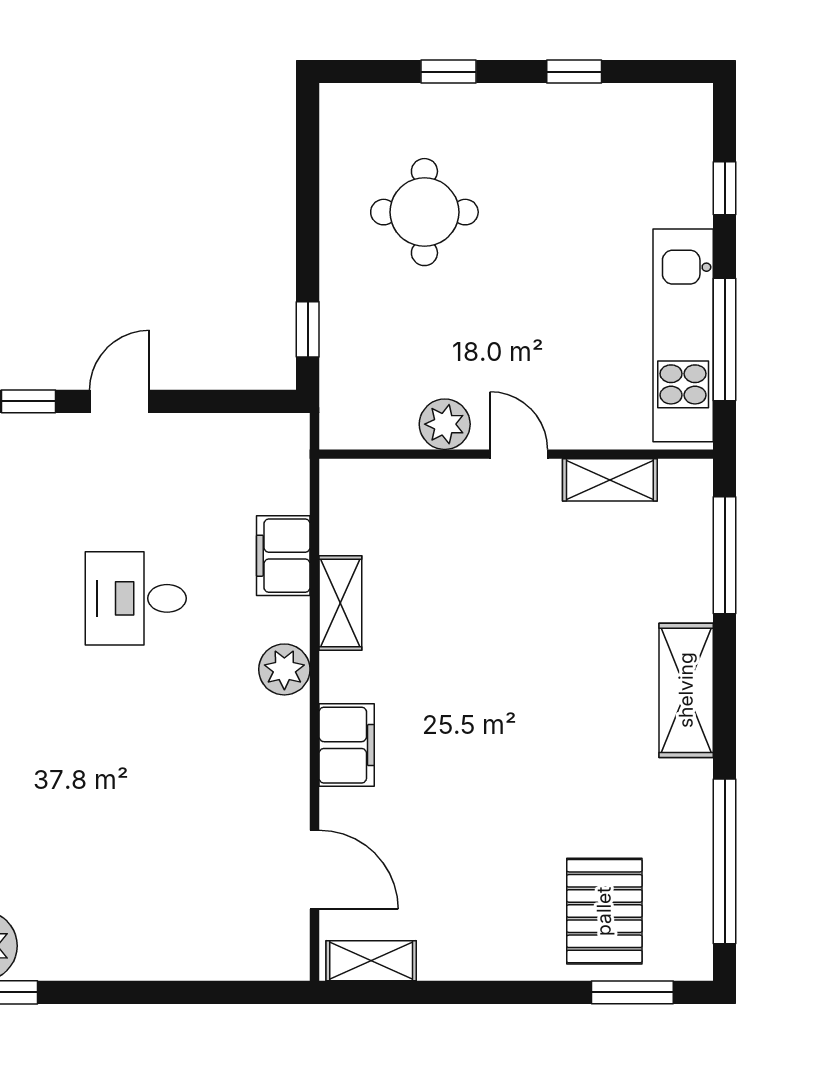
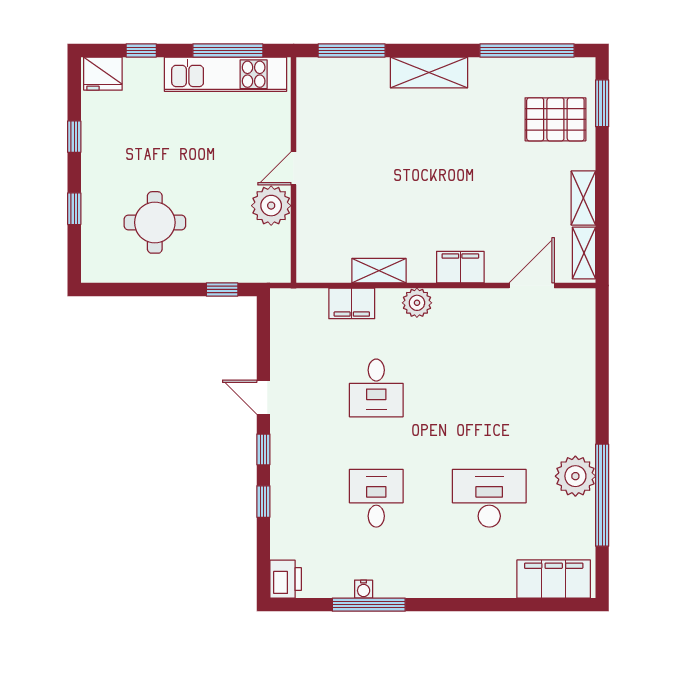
fridge: (684, 122) -> (103, 74), added
plant: (445, 424) -> (271, 206), width x1.36, depth x1.36
shelving: (610, 480) -> (583, 198), moved

